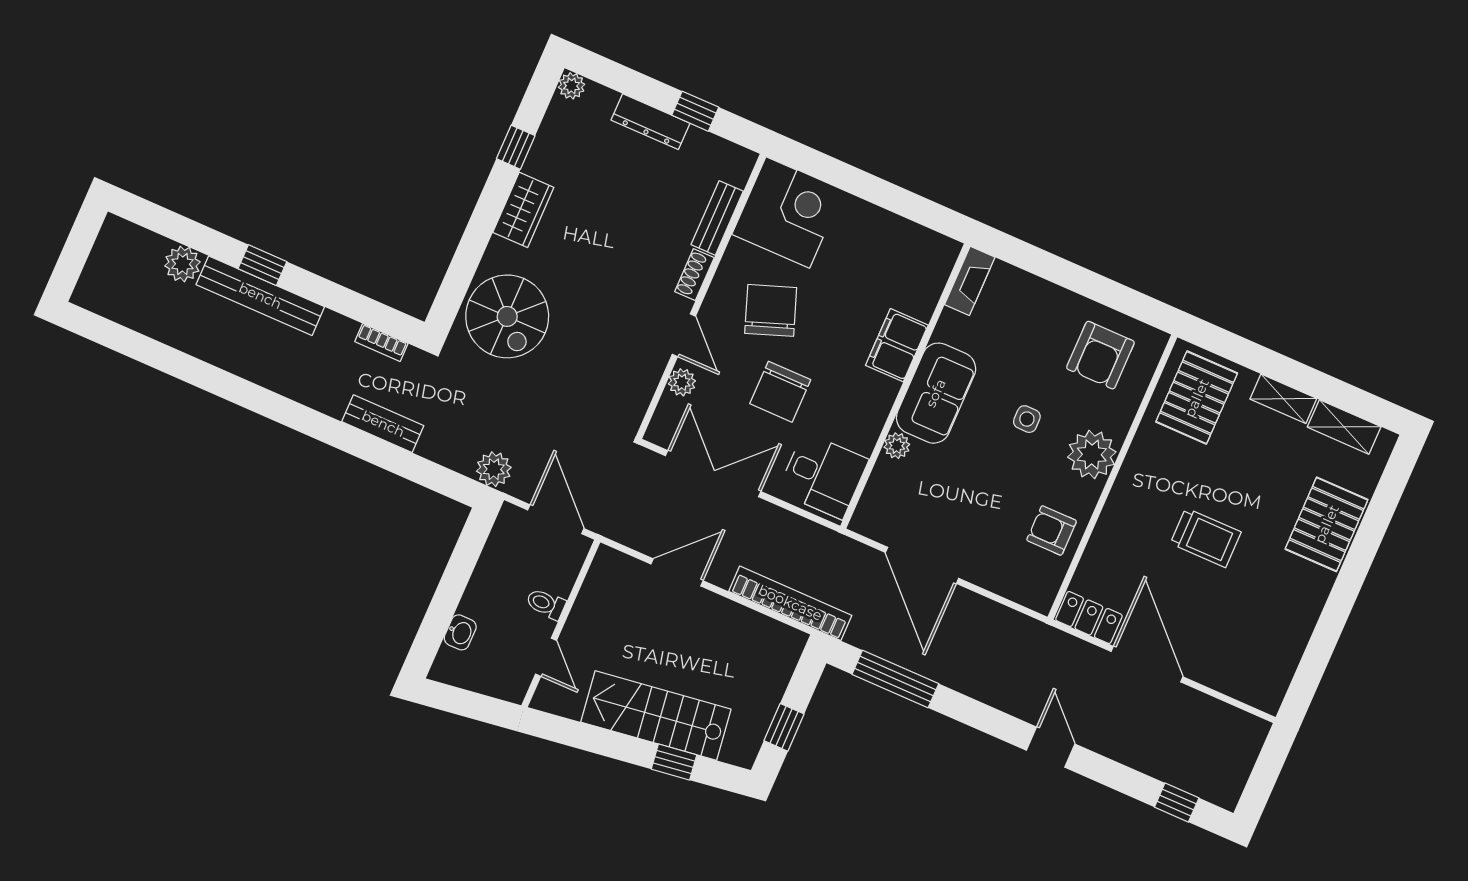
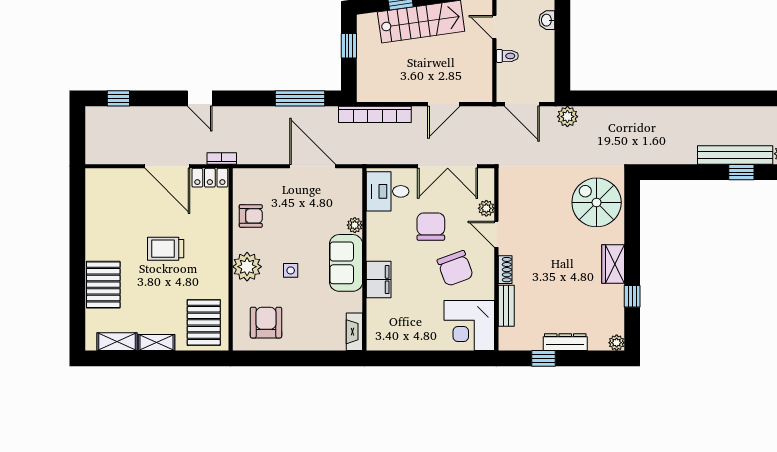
bookcase: (381, 342) -> (222, 158), moved
bench: (383, 424) -> (638, 115), removed

